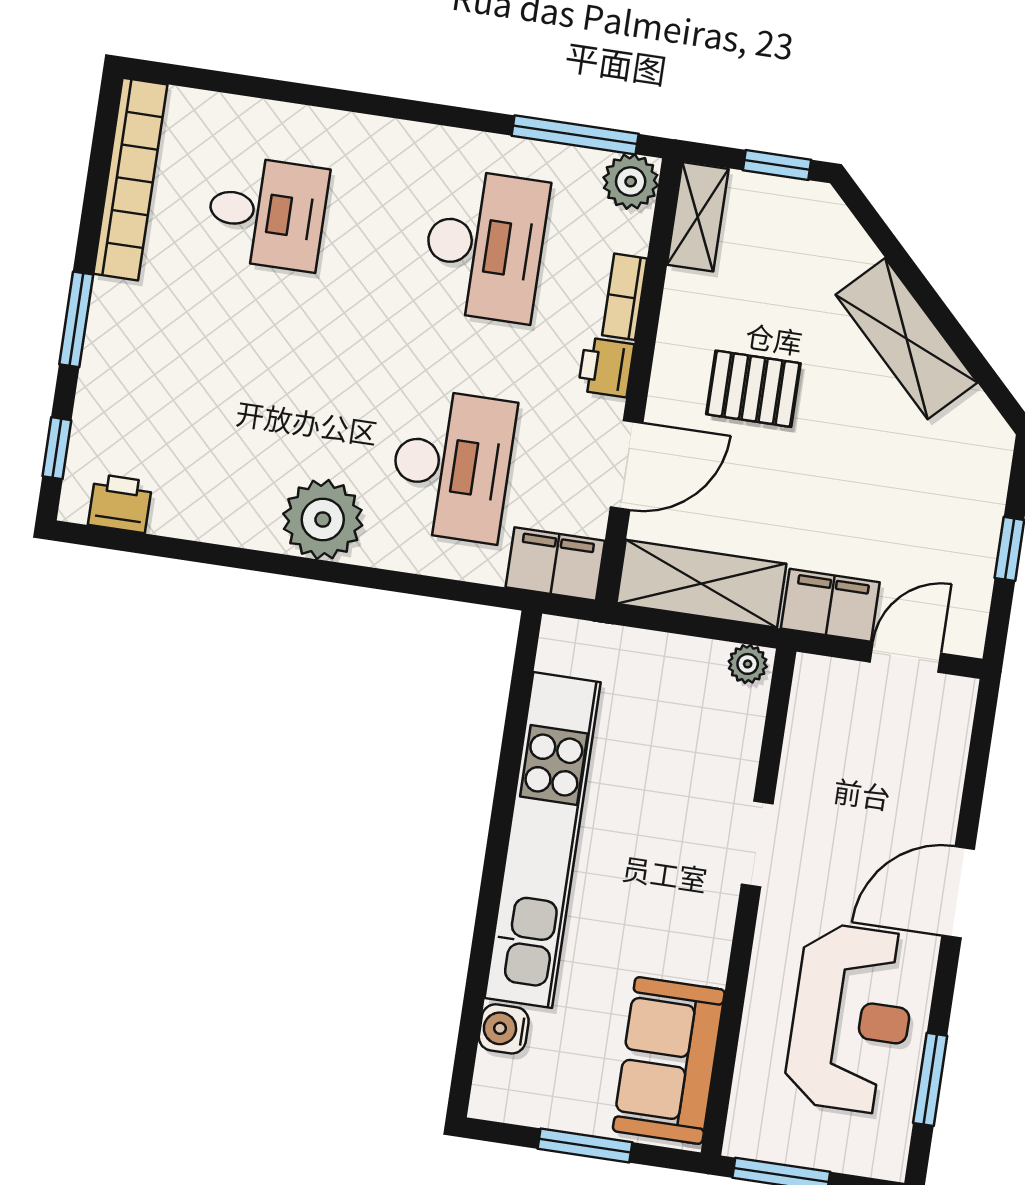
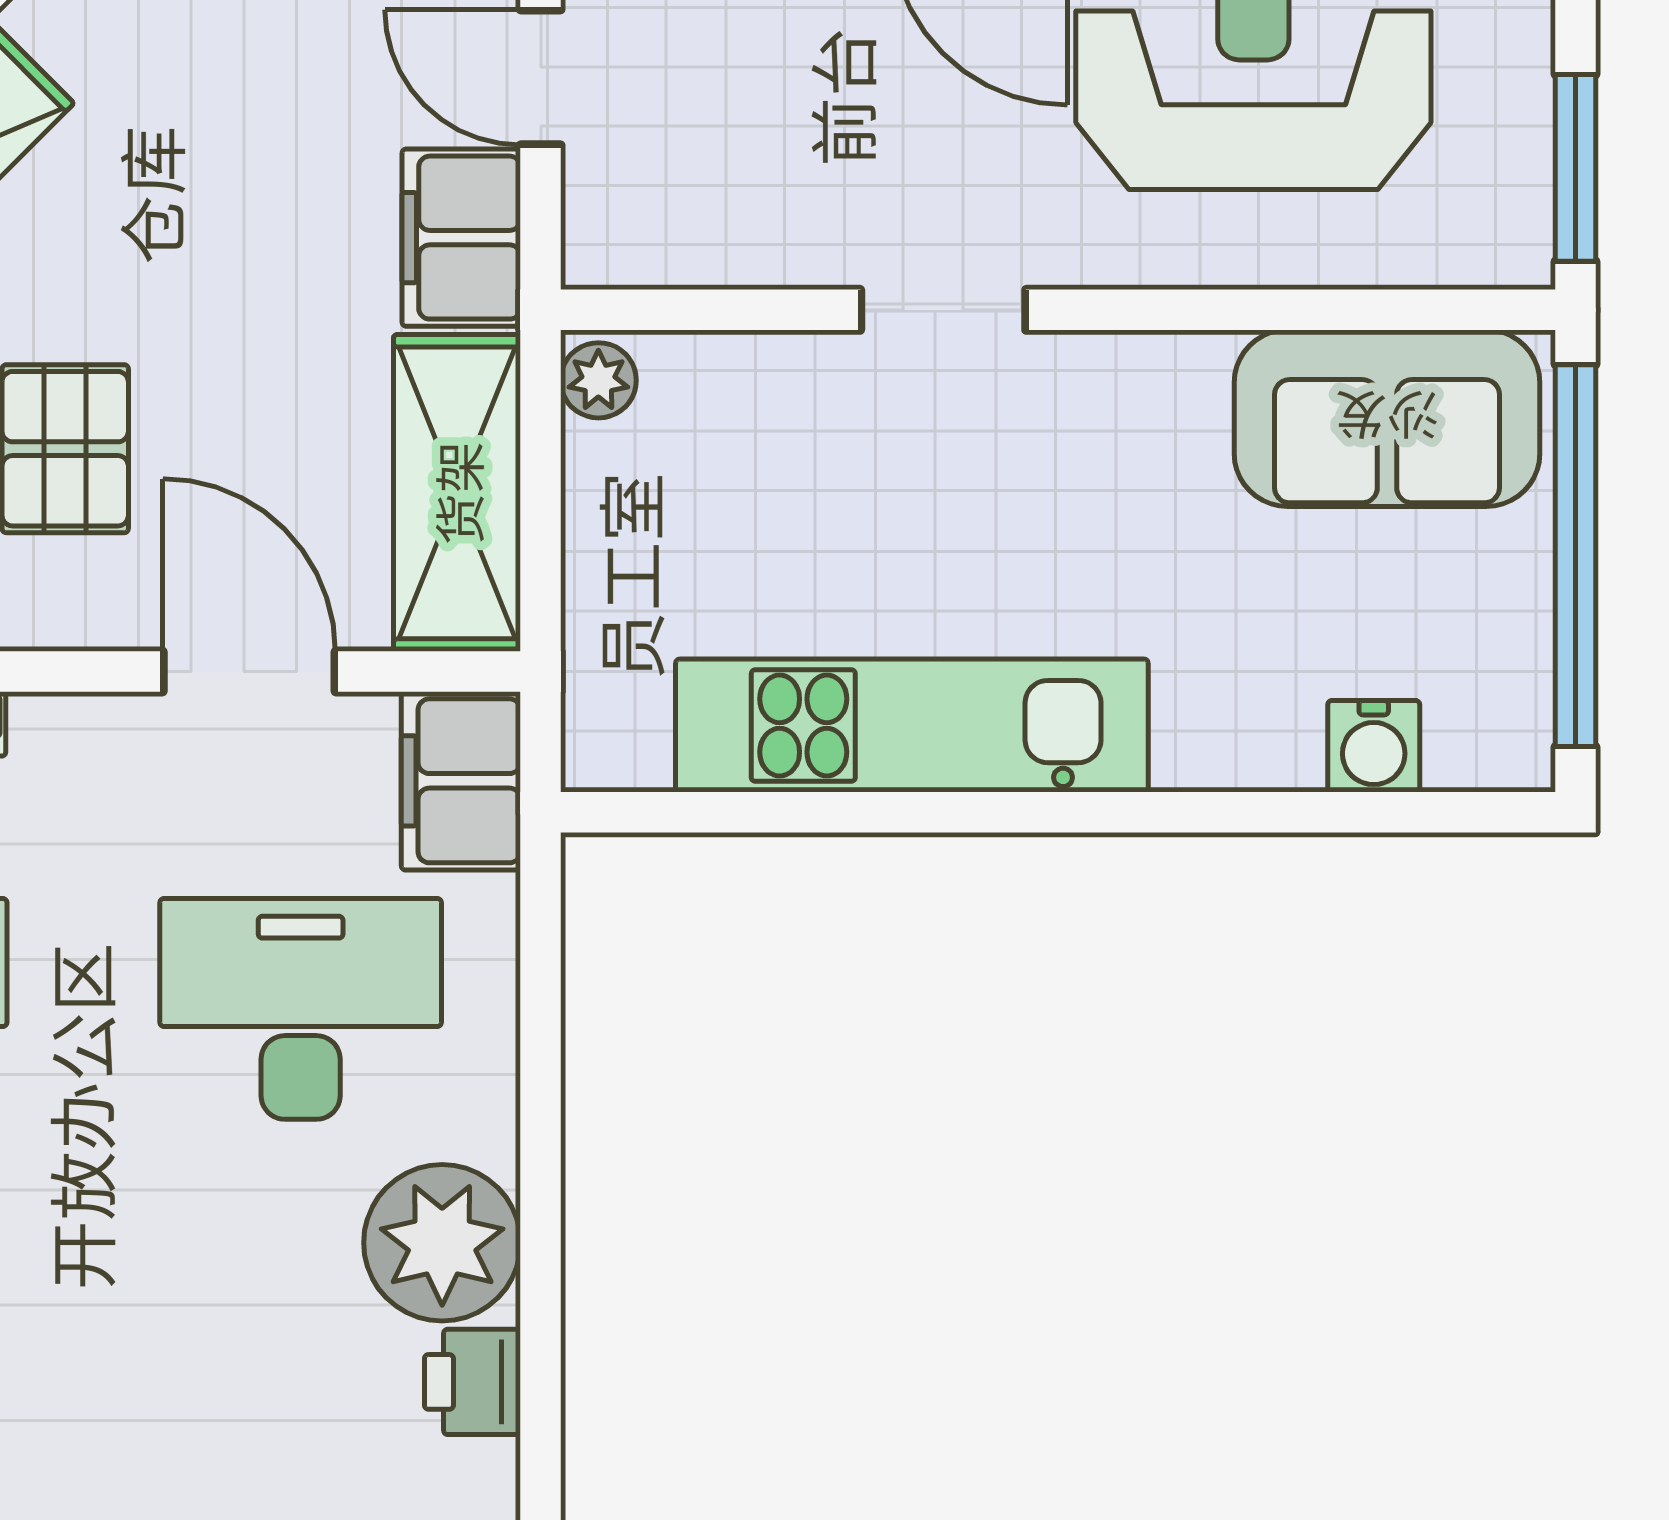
printer: (606, 367) -> (473, 1382), moved, turned 90
kitchen unit: (543, 840) -> (912, 726), width x0.73
window: (585, 1145) -> (1575, 556), width x2.11

